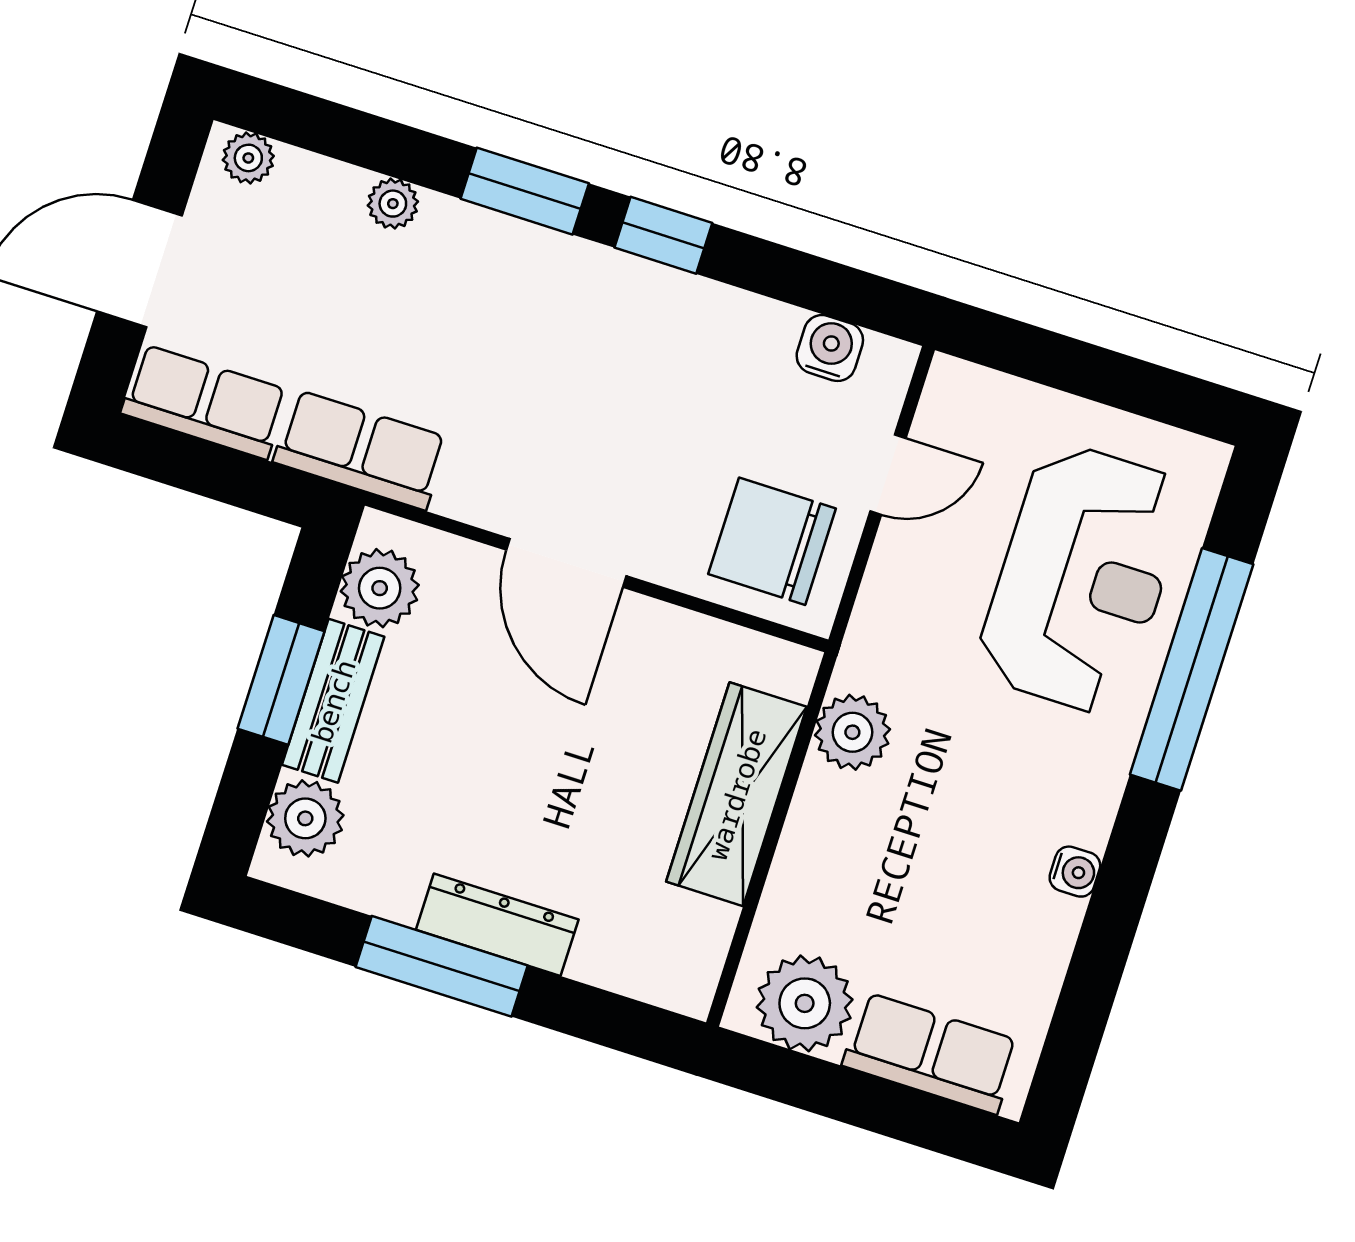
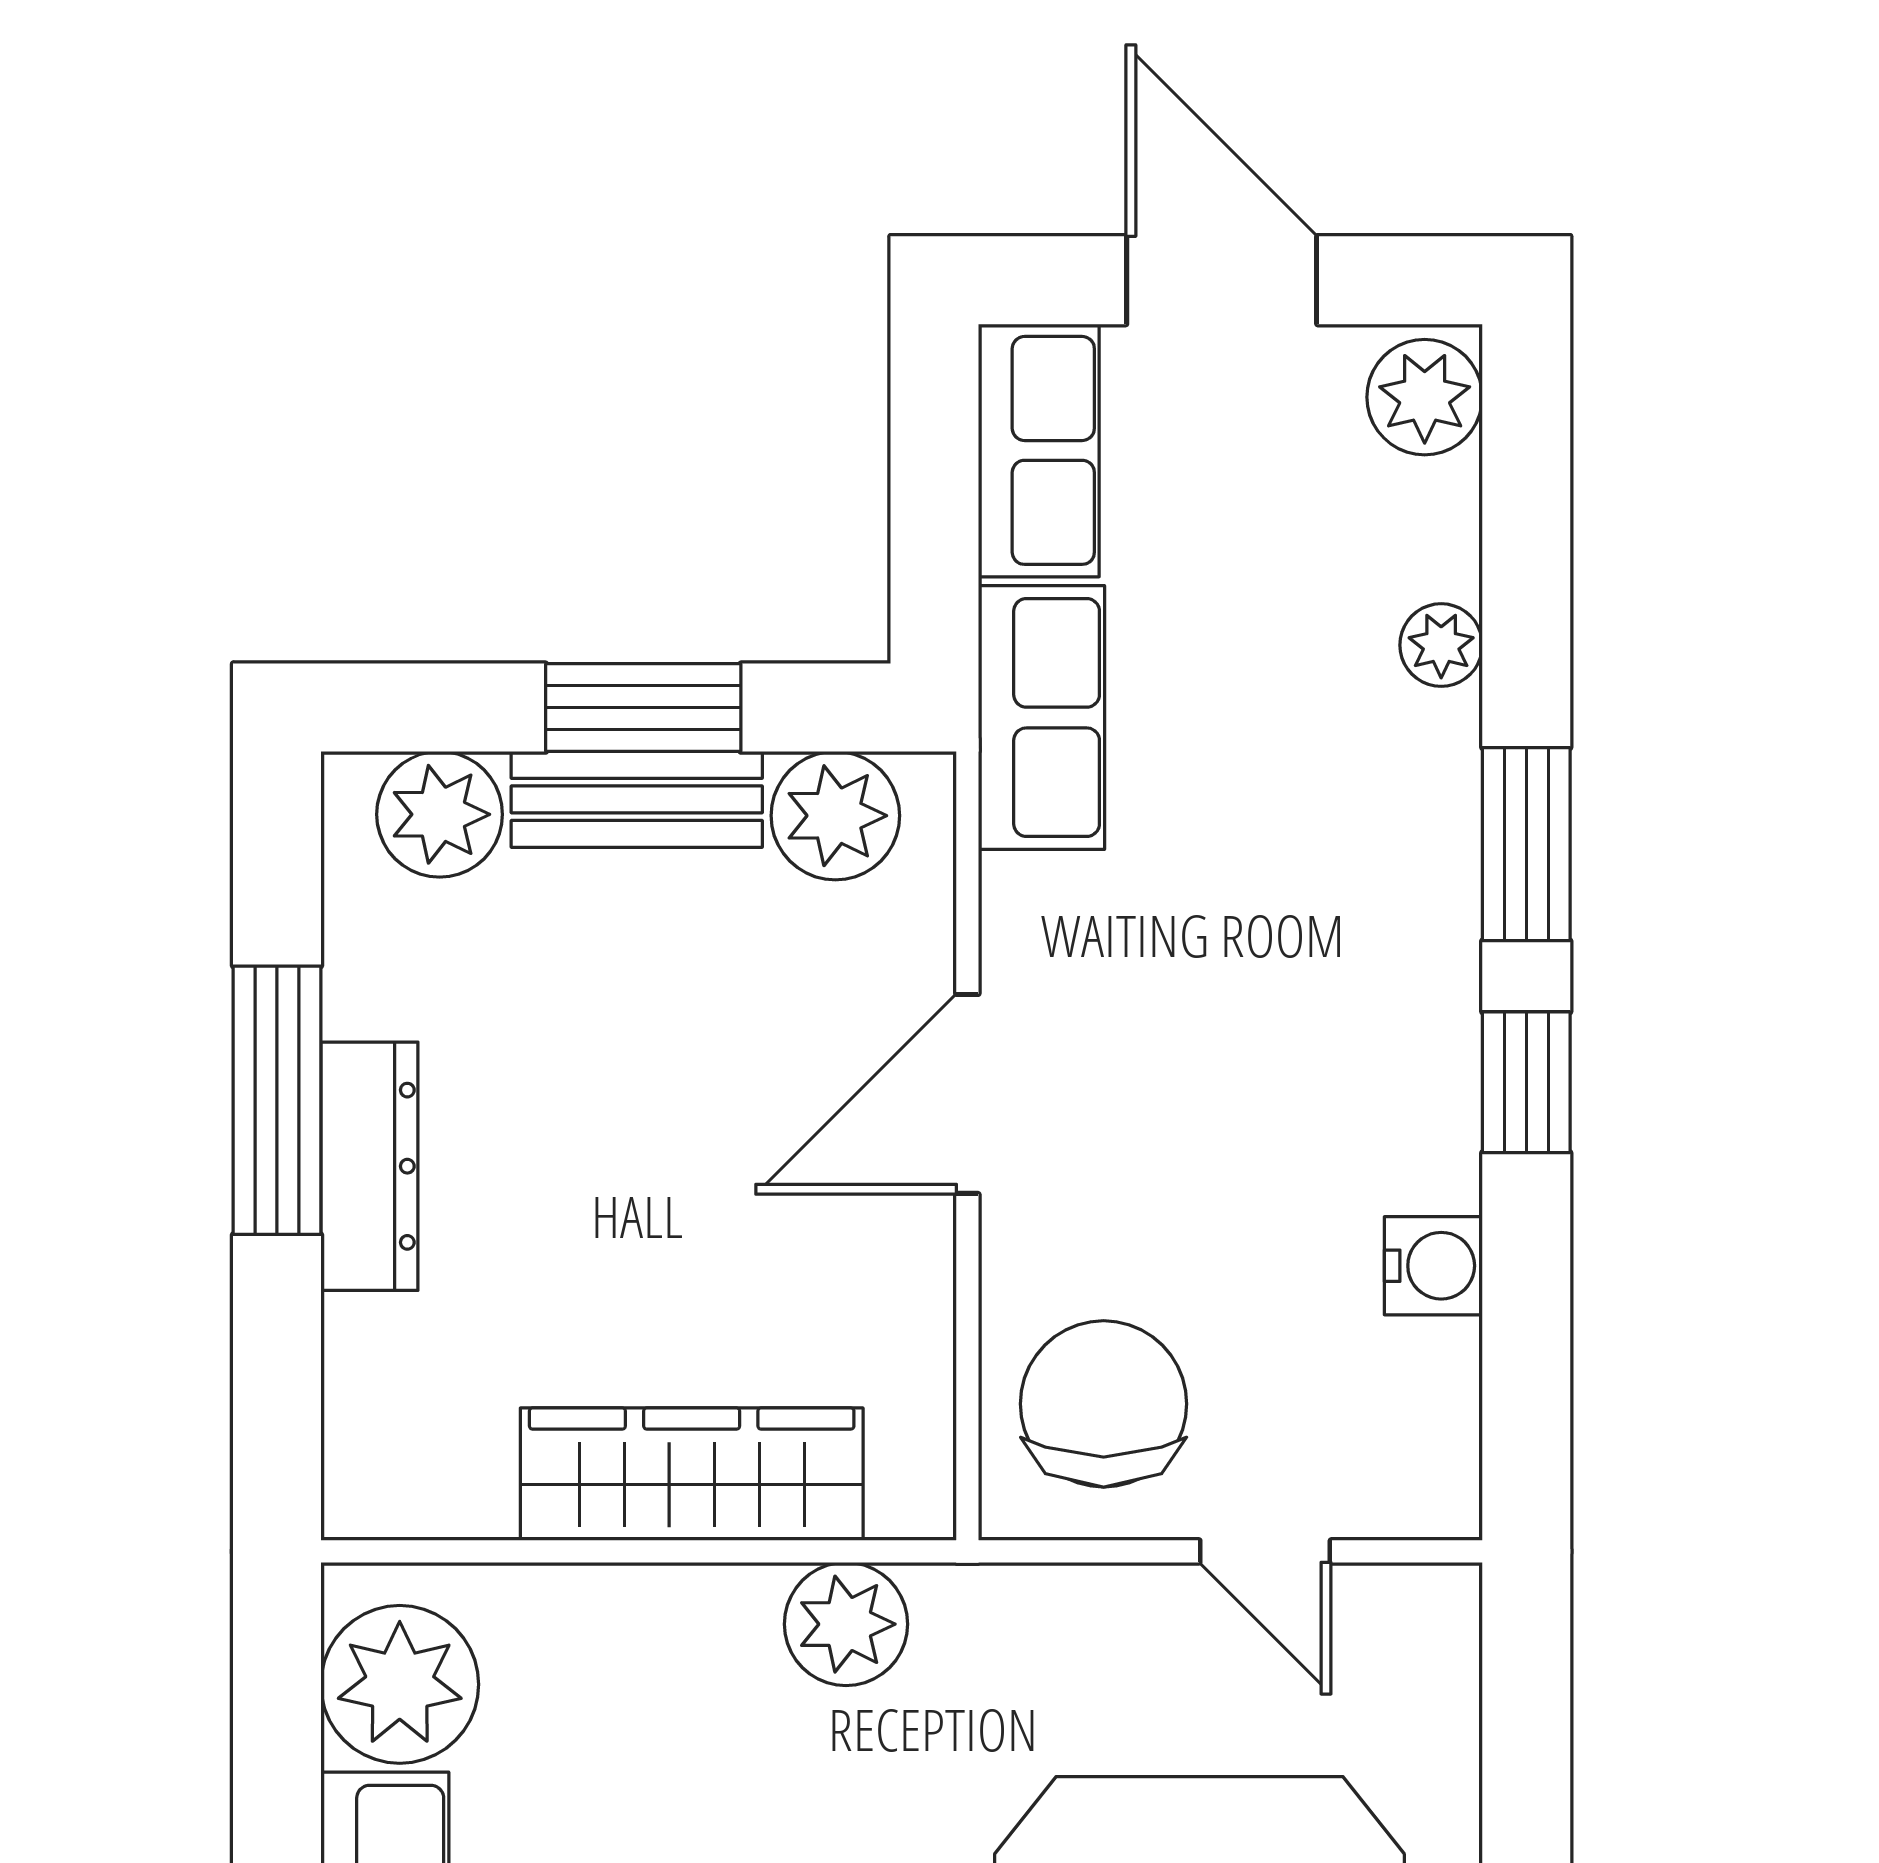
plant: (248, 158) -> (1425, 397), width x1.38, depth x1.38
water cooler: (830, 348) -> (1433, 1266), moved

